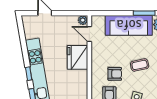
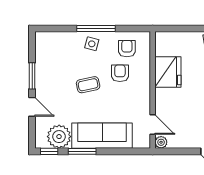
fridge: (77, 57) -> (168, 72), moved
armchair: (115, 74) -> (120, 73), turned 90

